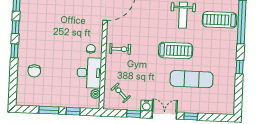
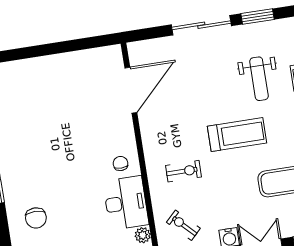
exercise bike: (120, 49) -> (183, 171), moved
treadmill: (176, 50) -> (237, 135), moved

